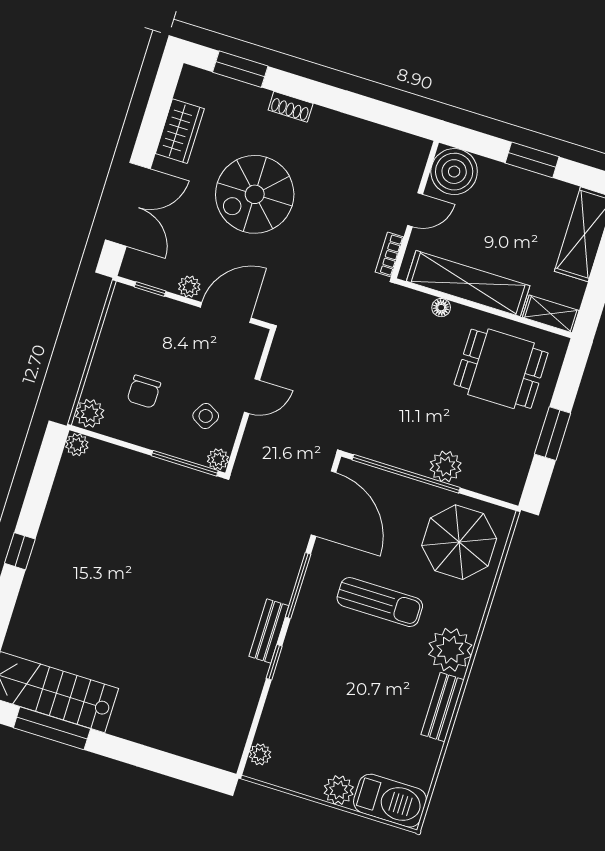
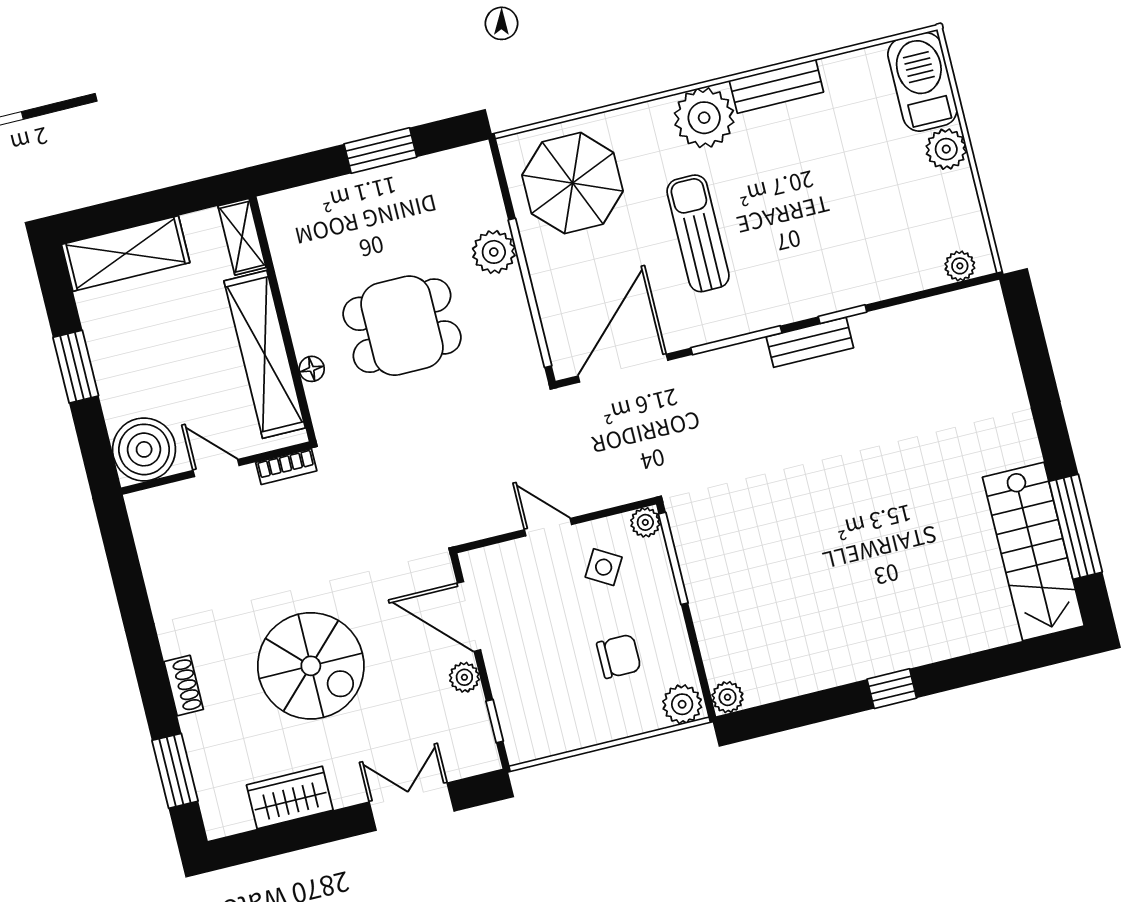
double door: (128, 204) -> (412, 807), width x0.73
dining table: (501, 369) -> (402, 326), moved, turned 90

